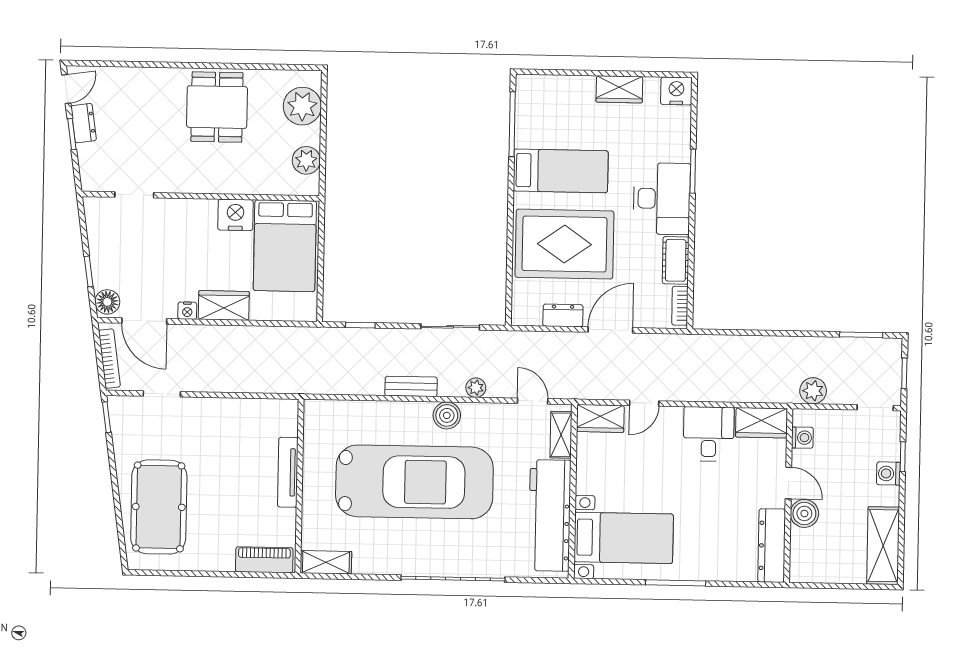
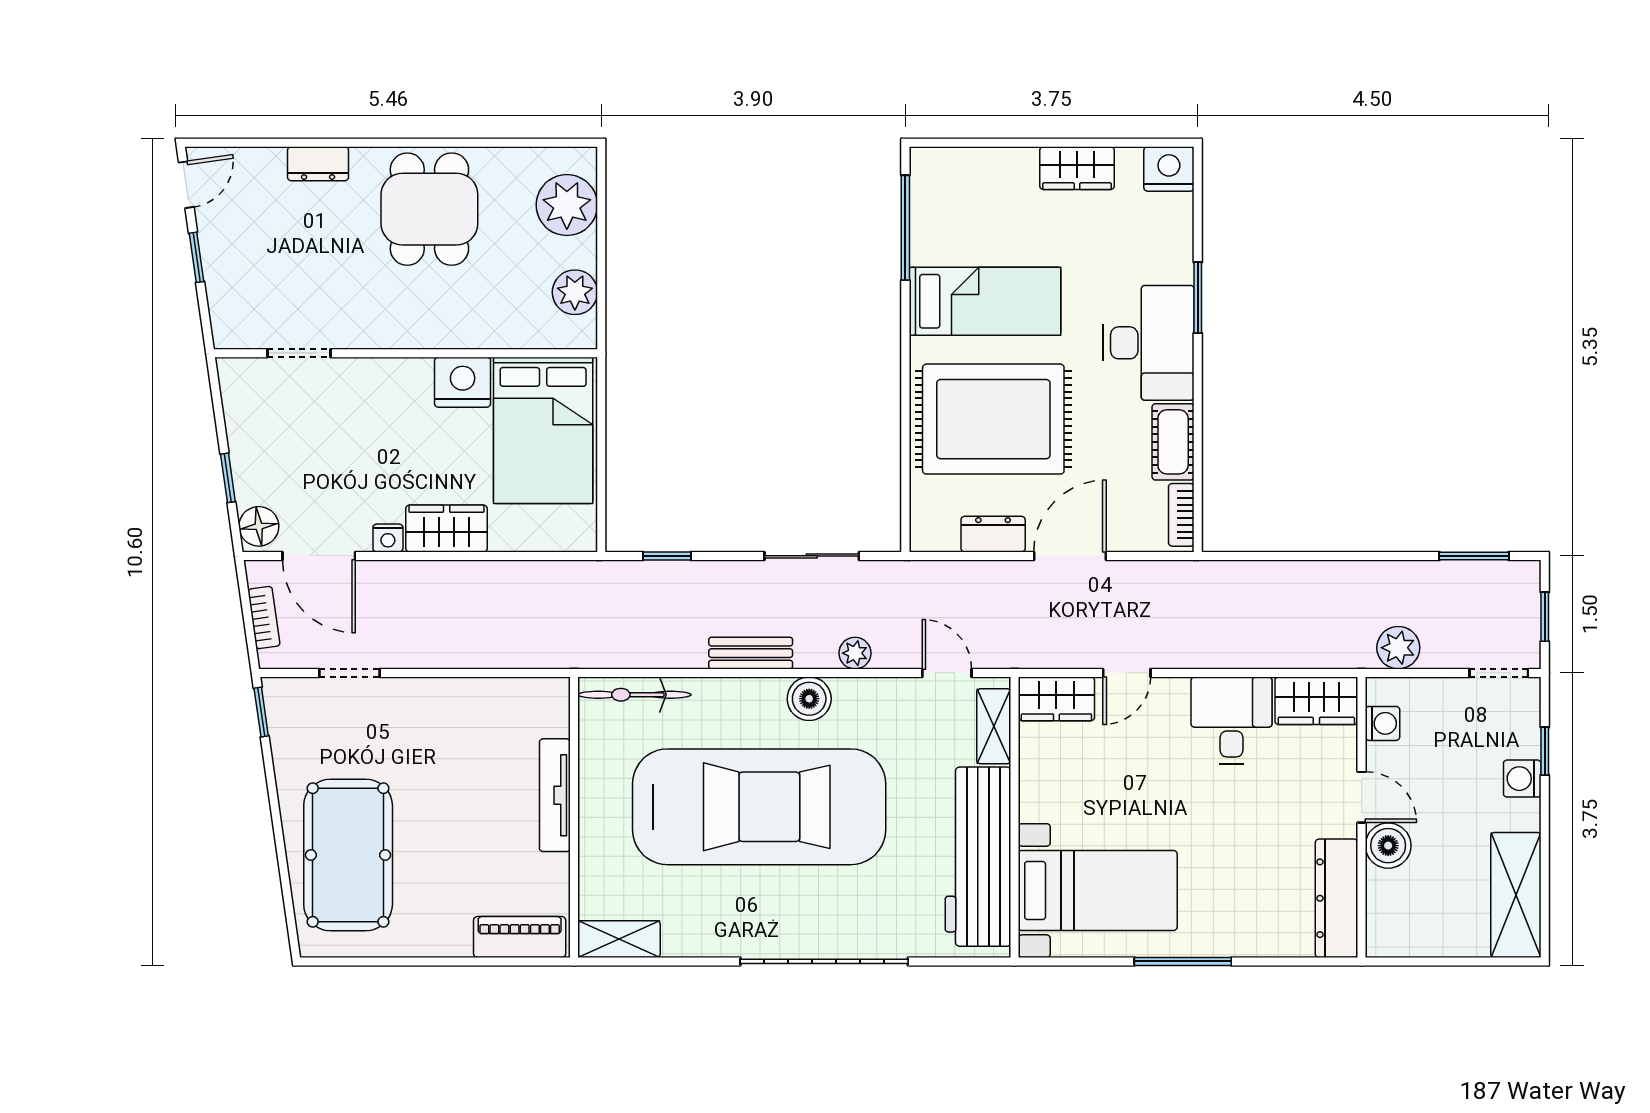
dresser: (84, 123) -> (318, 164), moved, turned 98
bookcase: (109, 359) -> (264, 618), width x0.64
bicycle: (338, 411) -> (634, 695), added

